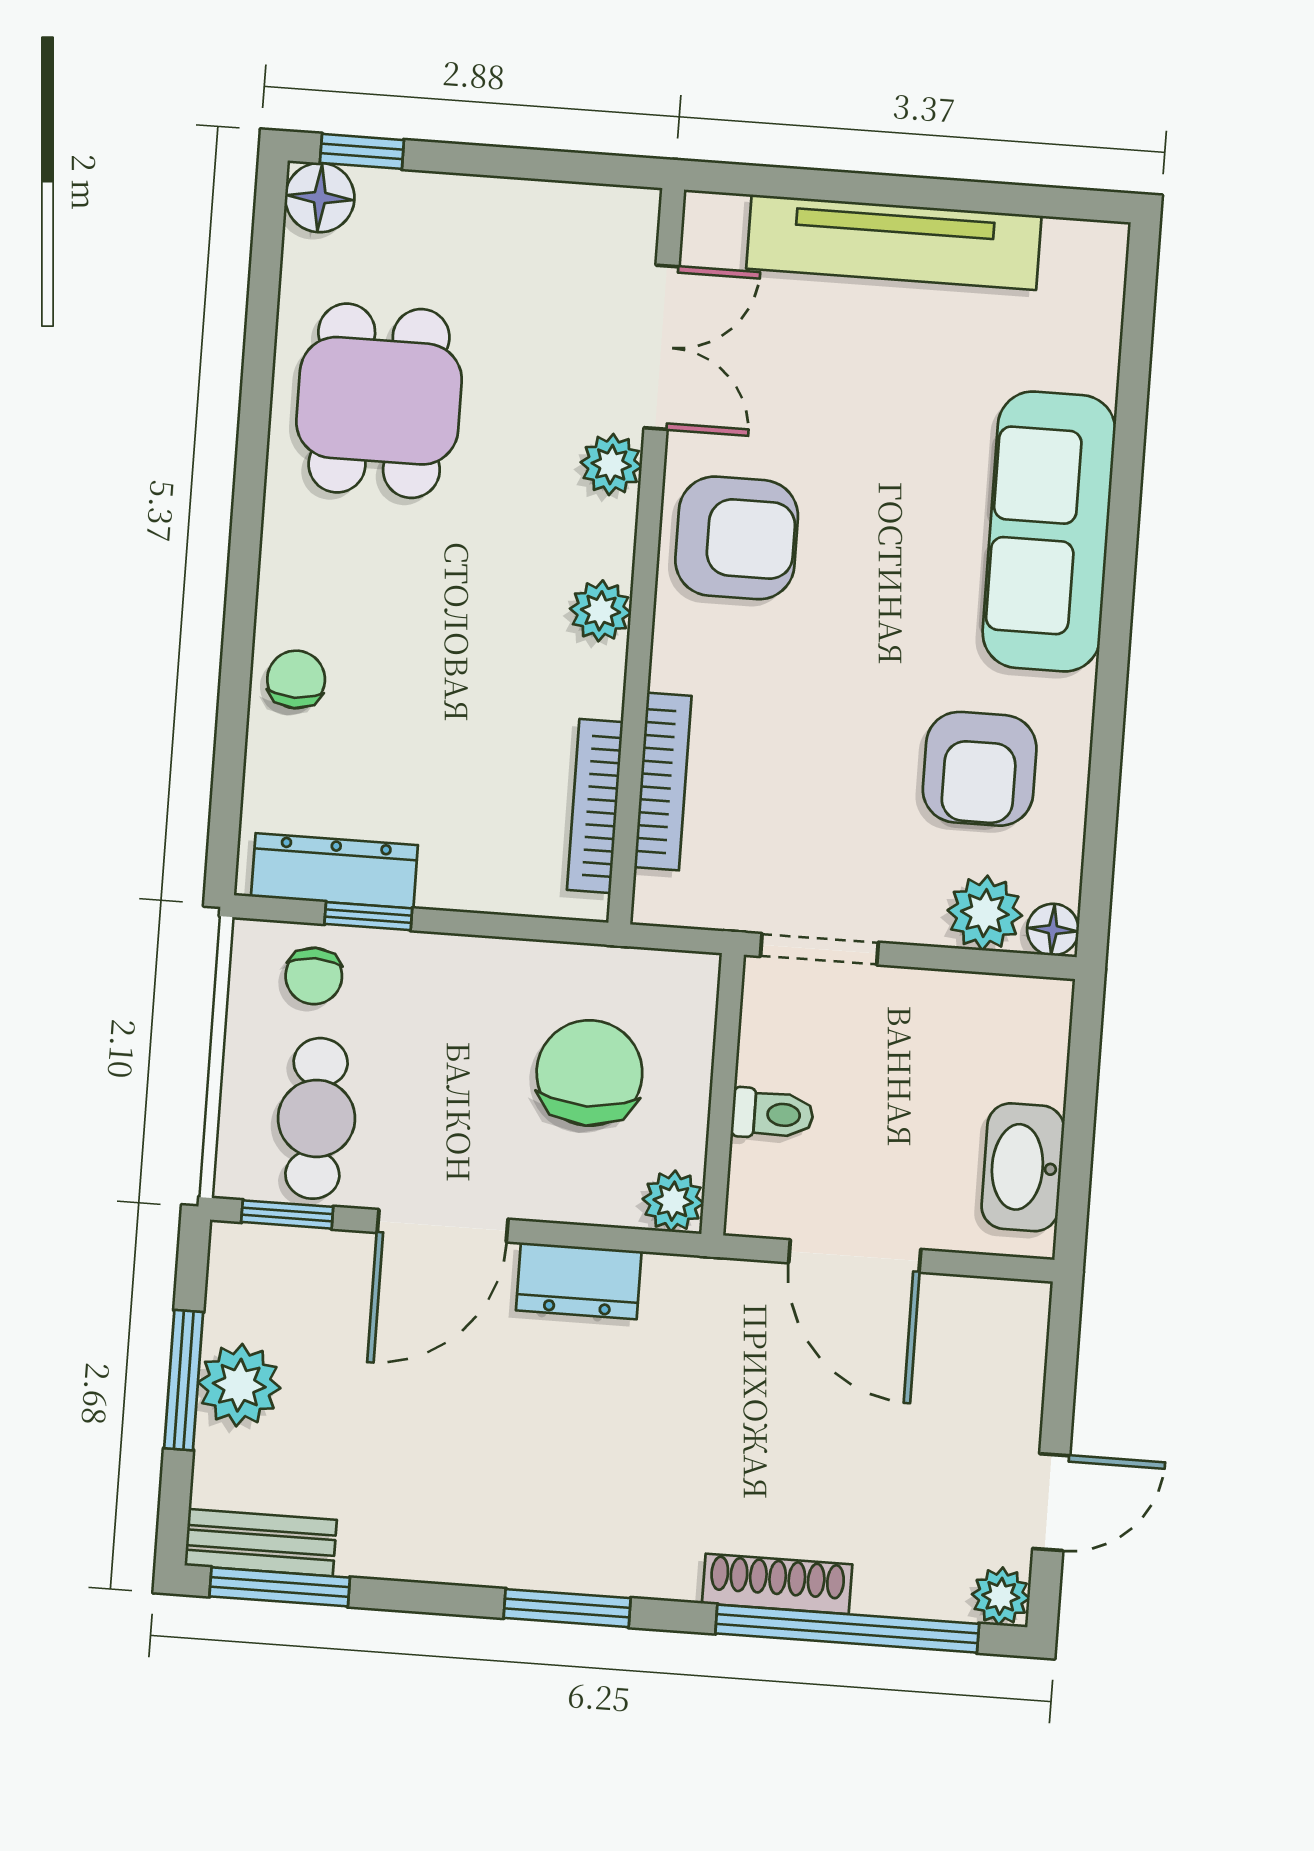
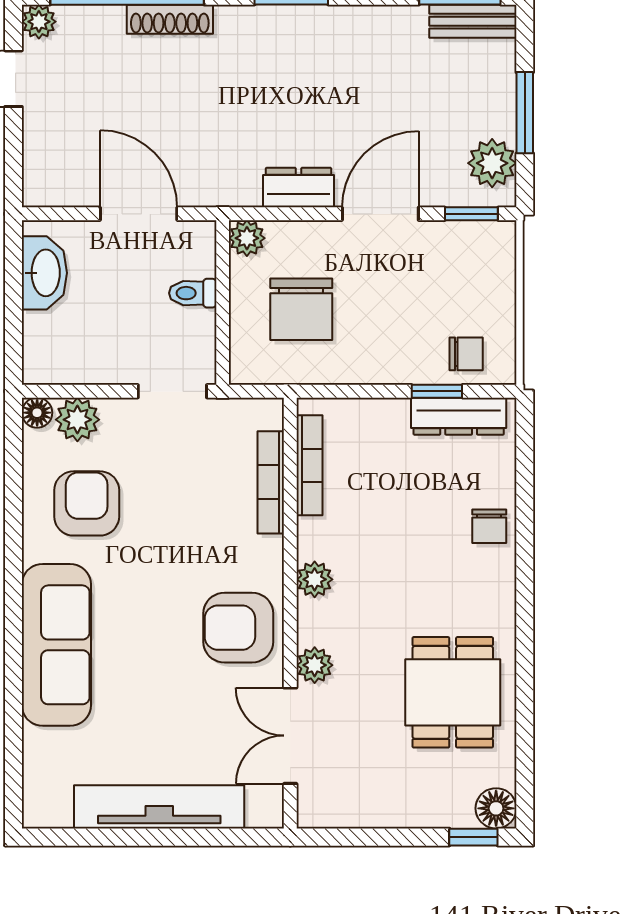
chair: (314, 976) -> (466, 354), turned 90
cafe table: (316, 1118) -> (458, 271), removed
plant: (239, 1385) -> (492, 163), moved

